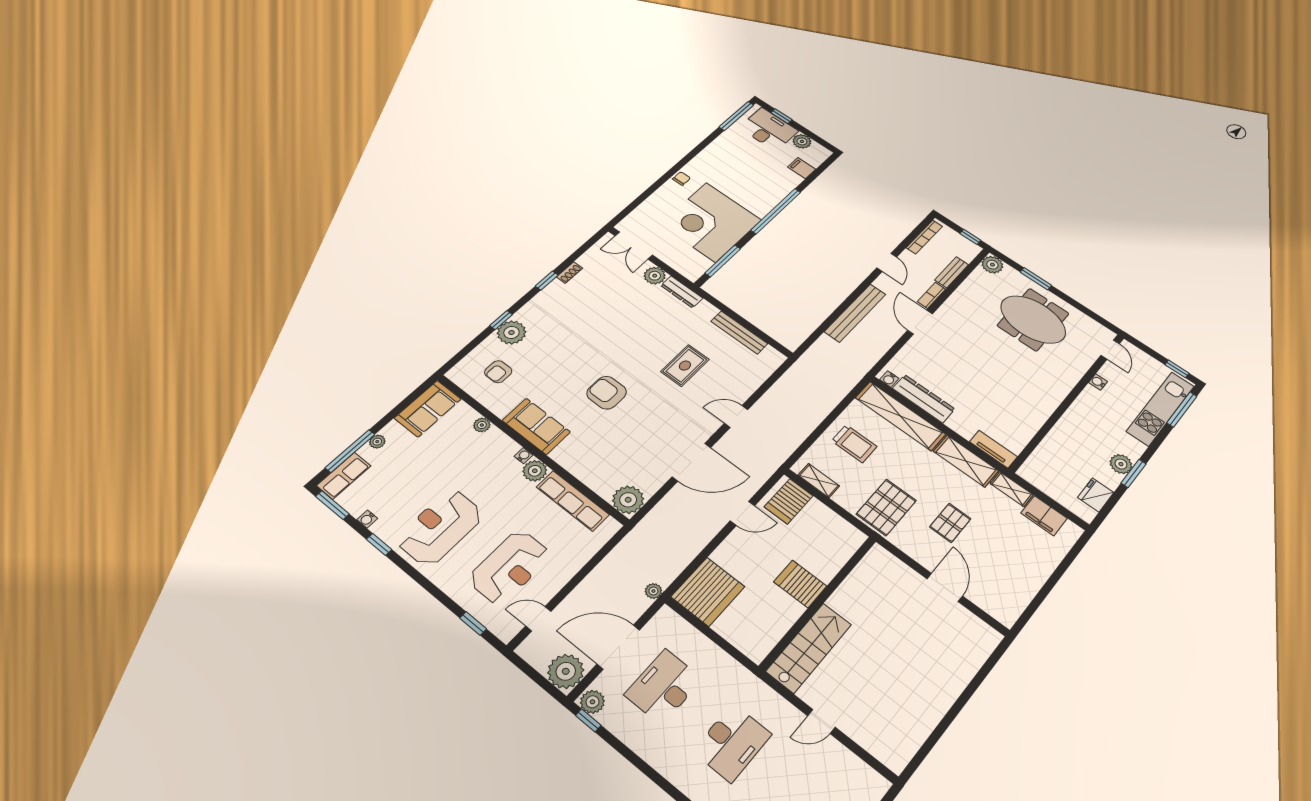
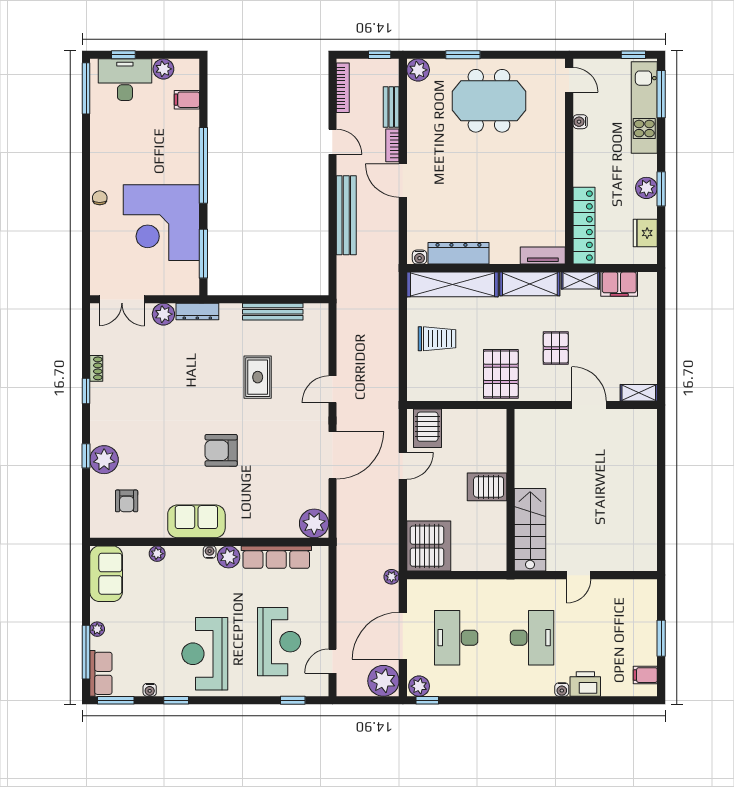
locker: (1046, 453) -> (584, 226), added
shelving: (819, 481) -> (639, 393), moved

